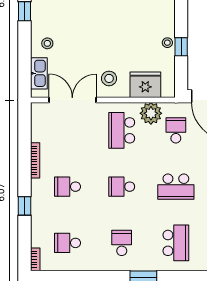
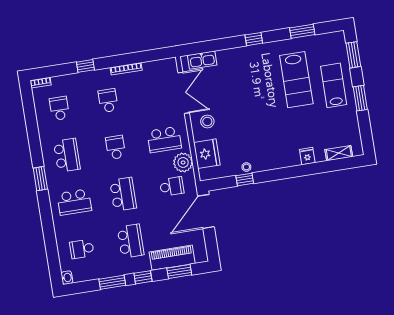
stool: (47, 43) -> (229, 63), removed
school desk: (122, 130) -> (164, 140), turned 180
school desk: (176, 187) -> (123, 194), turned 180
school desk: (122, 243) -> (67, 155), width x1.85

